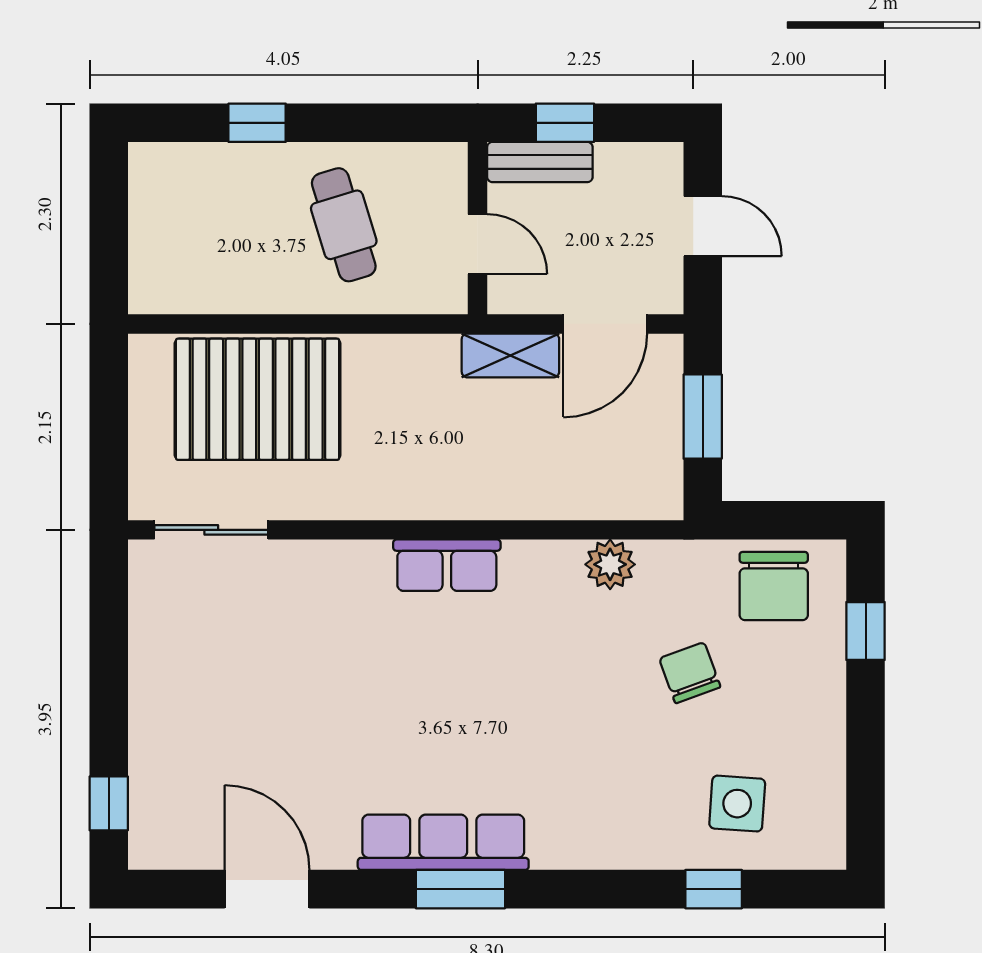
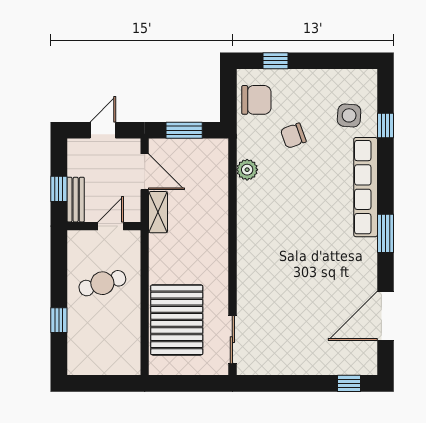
row of seats: (447, 565) -> (247, 239), removed
row of seats: (443, 842) -> (366, 187), moved, width x1.36
door: (267, 889) -> (386, 316), width x1.36

